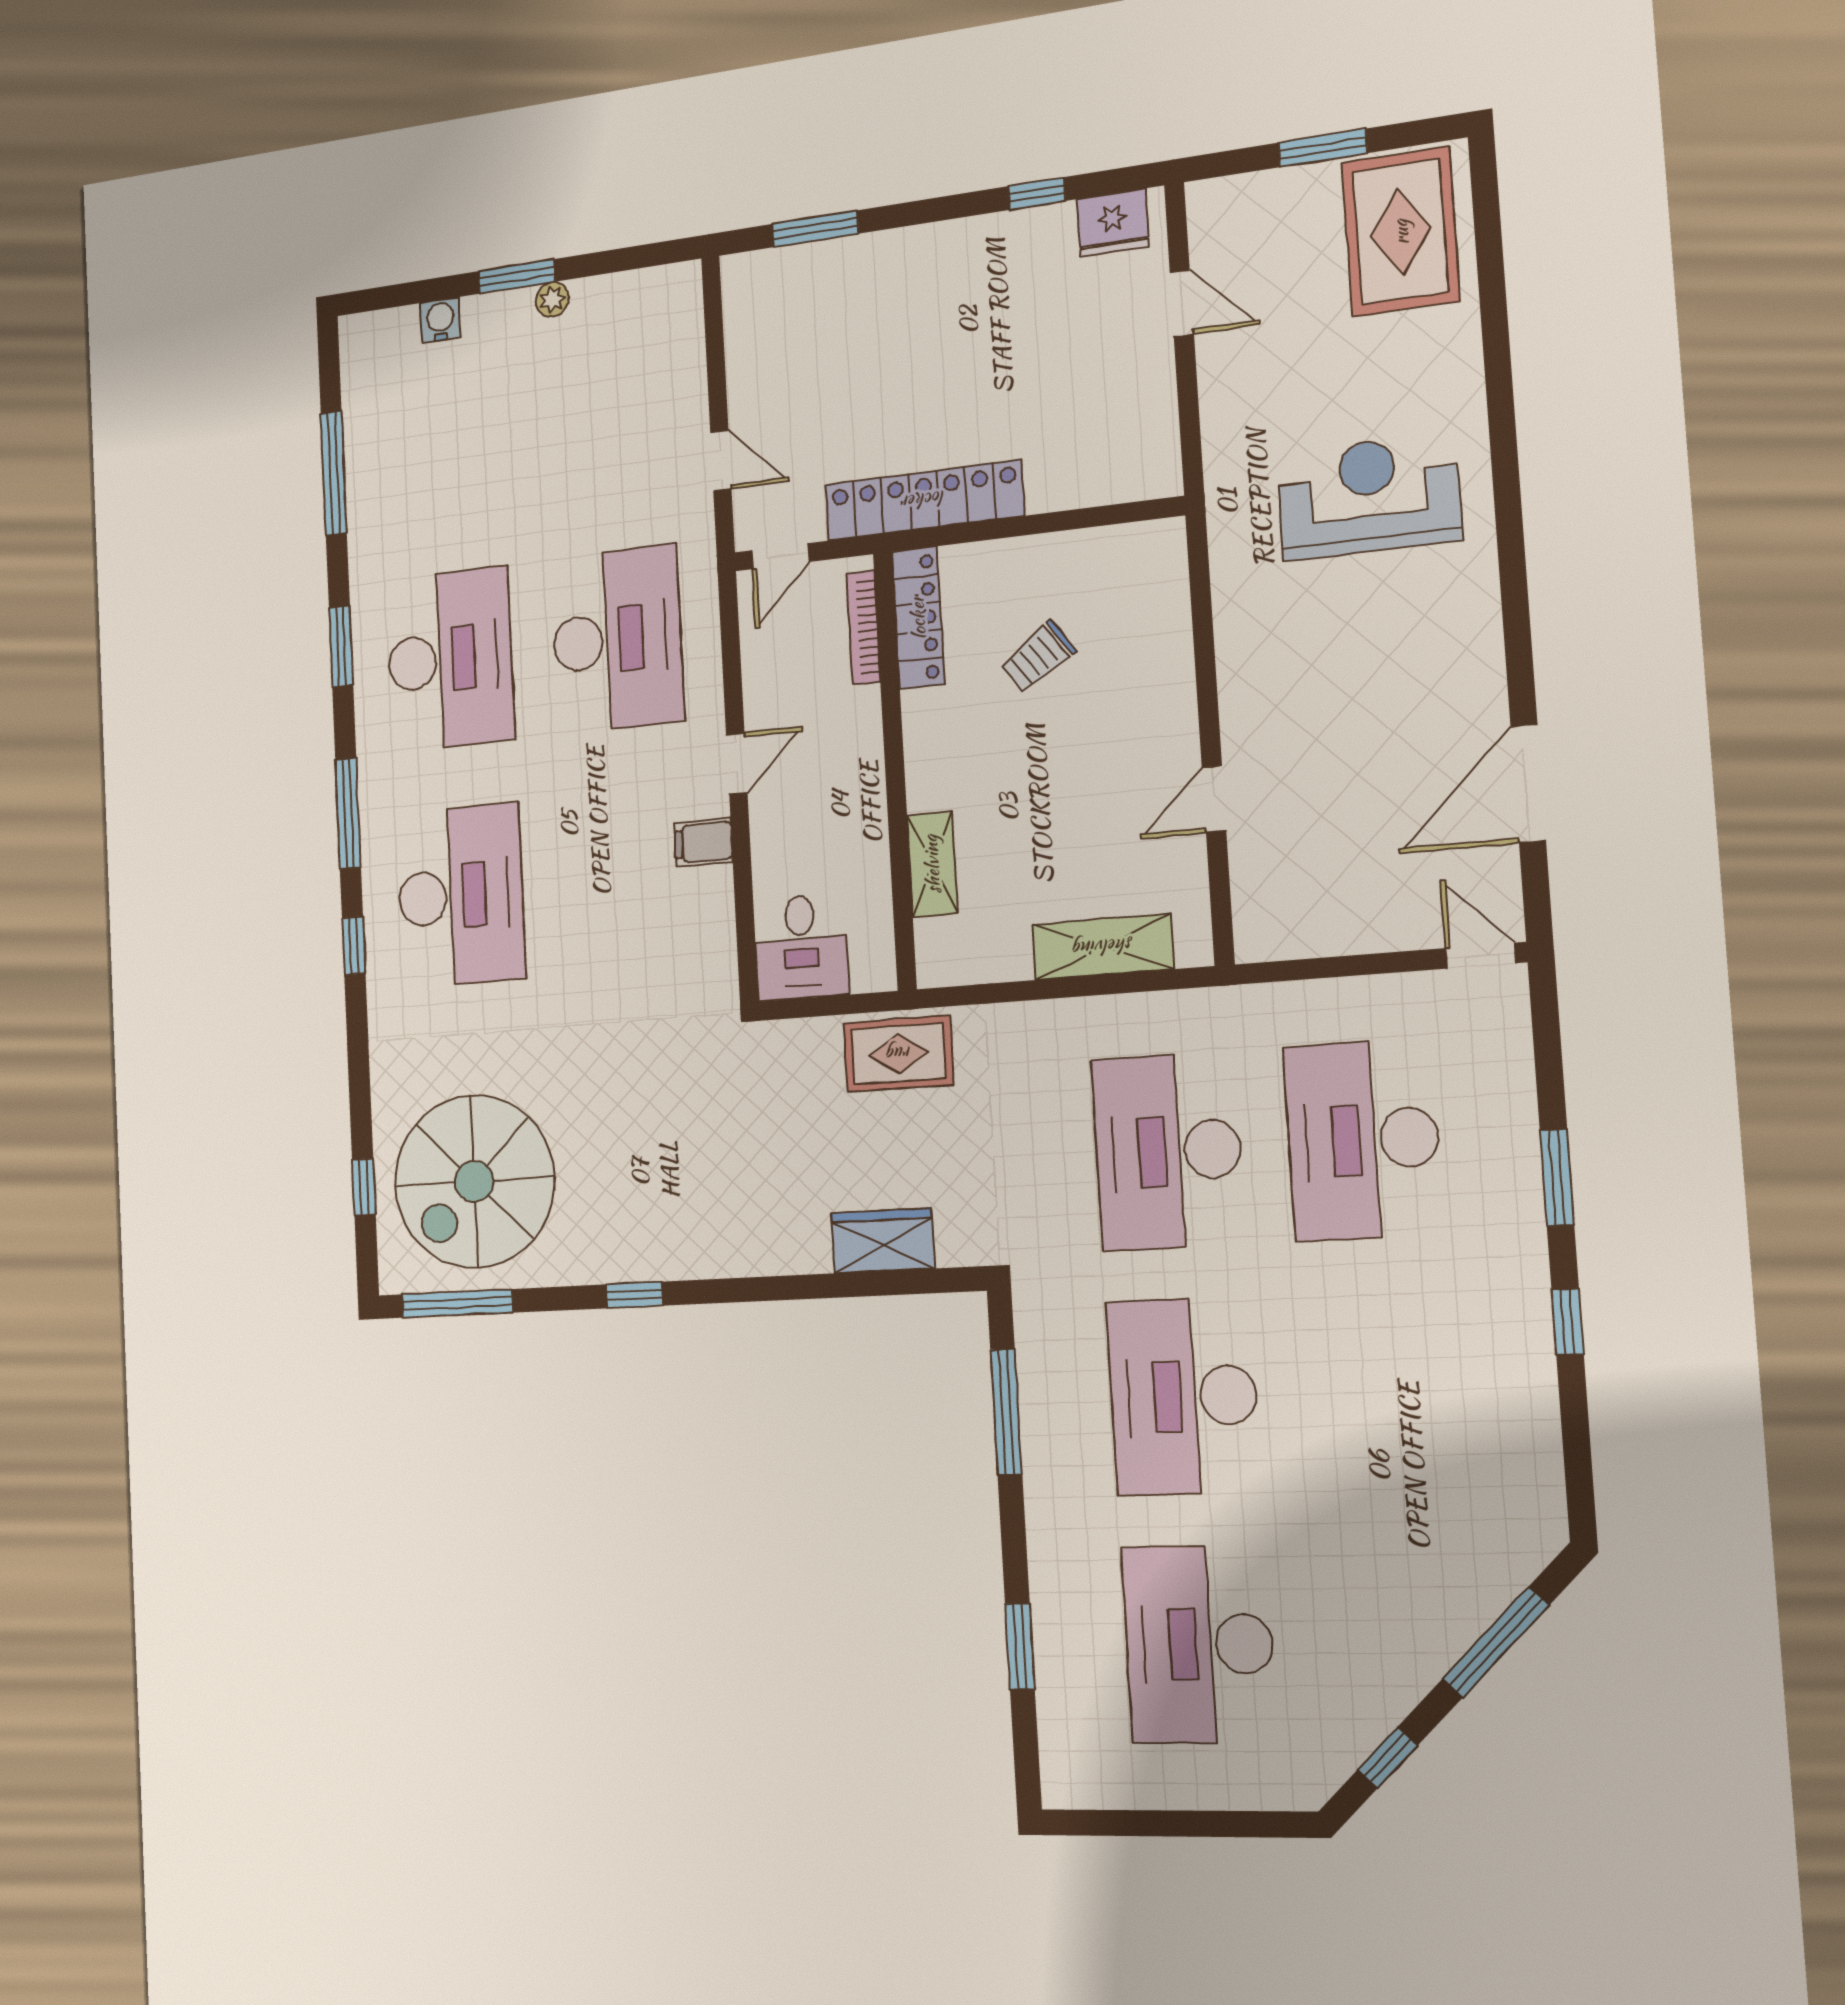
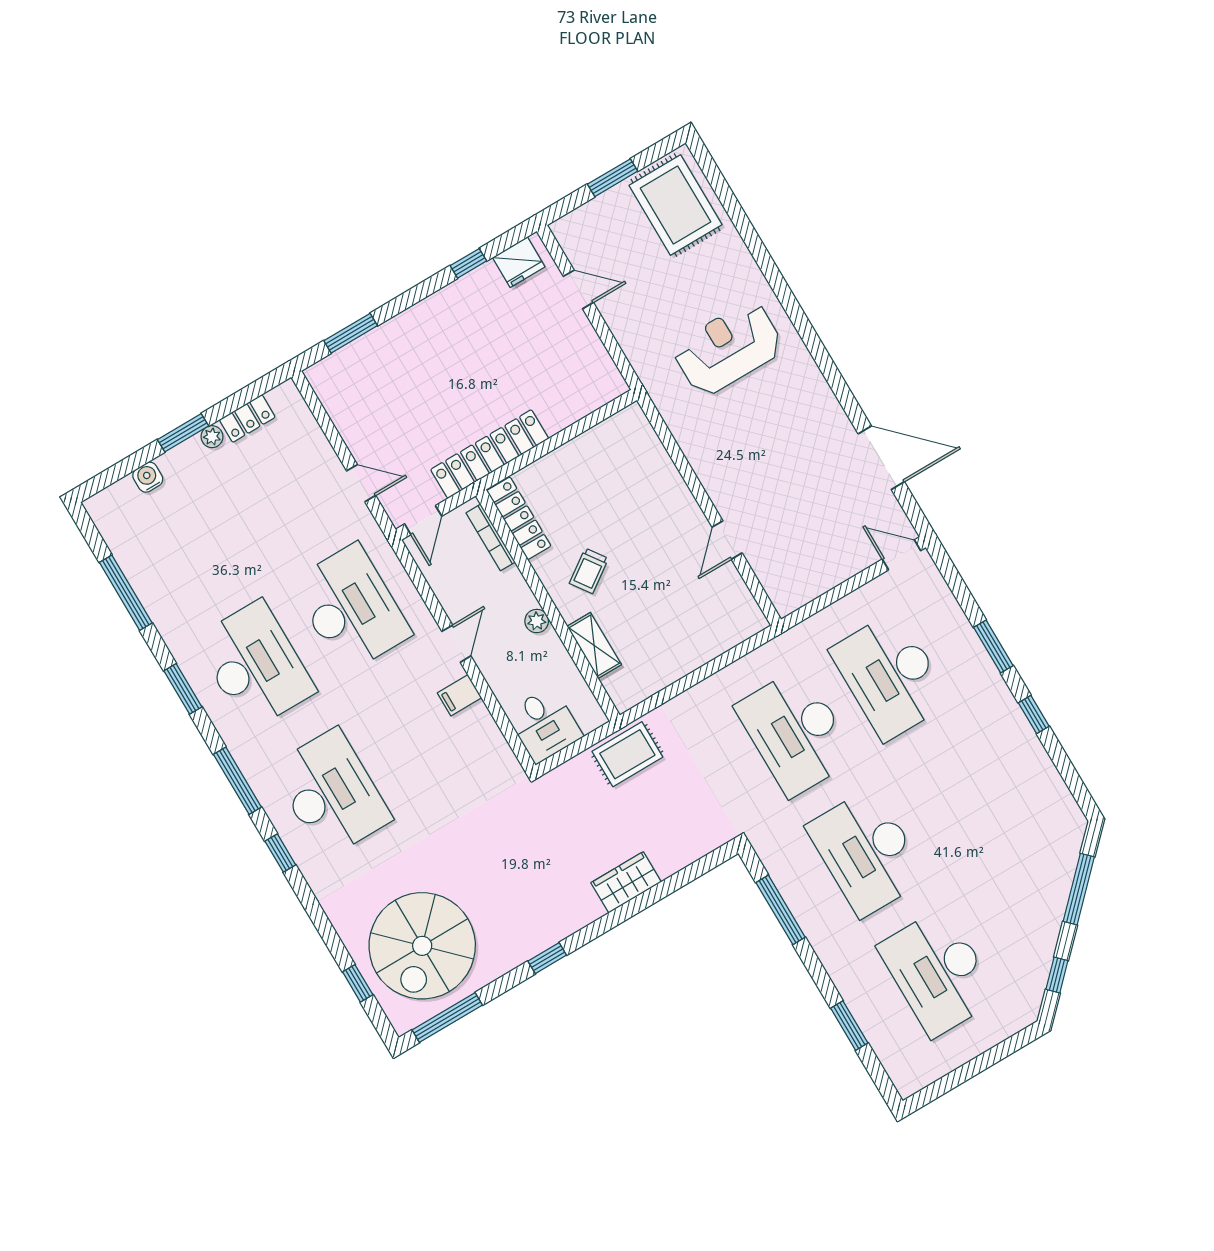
locker: (612, 294) -> (247, 418), added
trolley: (1038, 657) -> (589, 571), moved
door: (1528, 783) -> (881, 458), swing flipped
plant: (867, 786) -> (537, 621), added
shelving: (1103, 947) -> (708, 644), removed
wardrobe: (883, 1241) -> (626, 882), moved

